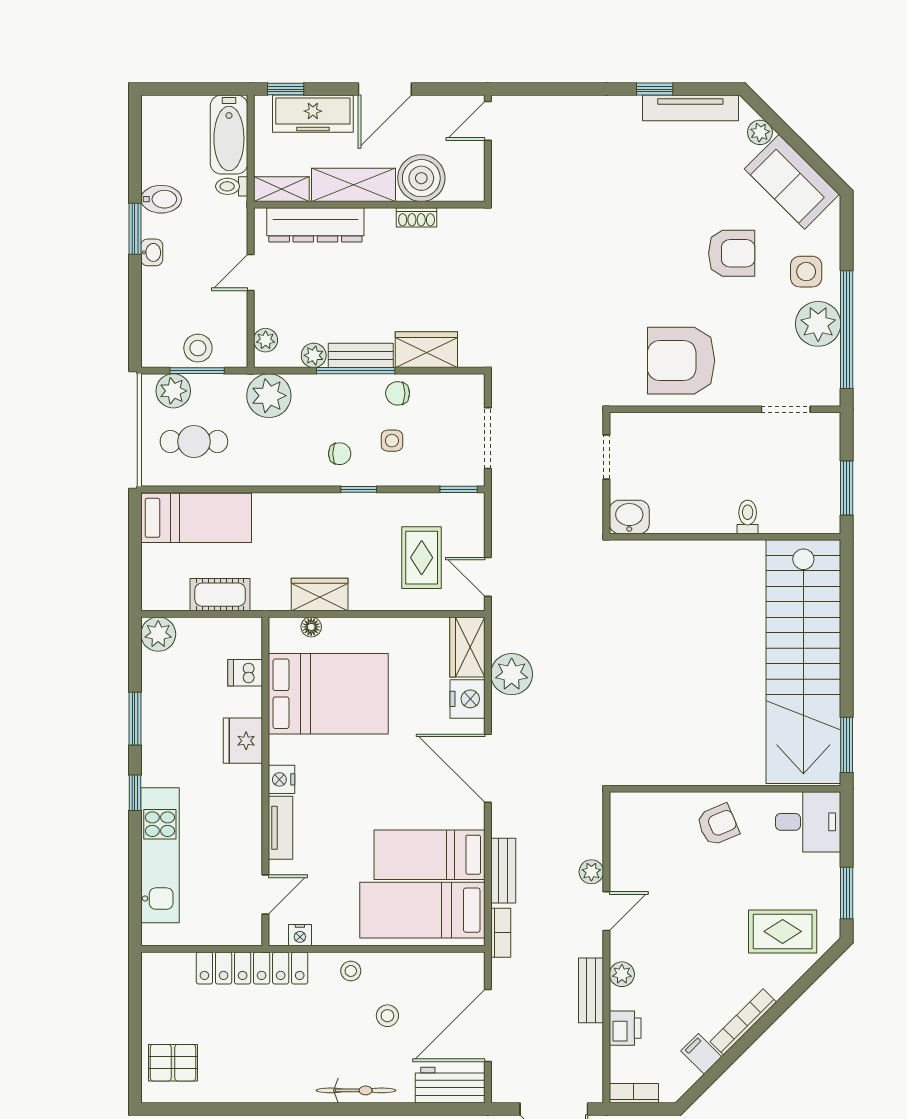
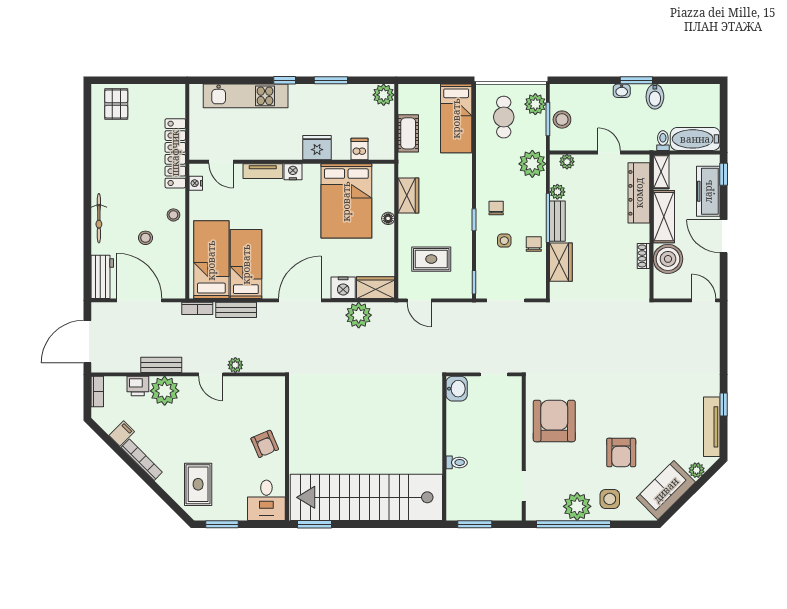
chair: (340, 454) -> (496, 208), turned 180
door: (488, 577) -> (419, 300), swing flipped
floor lamp: (311, 627) -> (388, 218), moved
plant: (622, 974) -> (165, 391), width x1.88, depth x1.88

